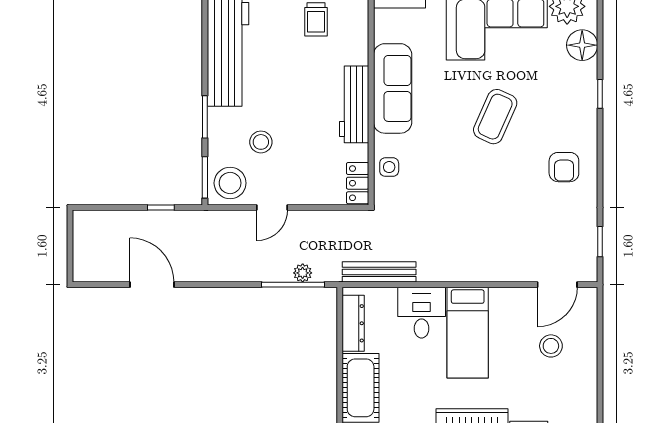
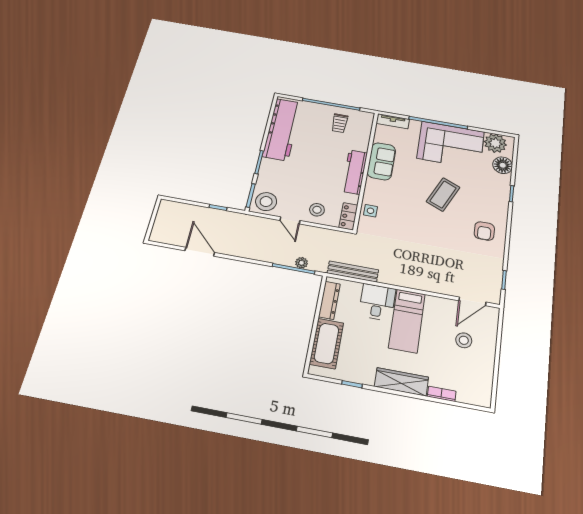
sofa: (393, 88) -> (381, 161), width x0.73
stool: (261, 142) -> (317, 210), moved
door: (272, 208) -> (290, 220), hinge flipped

